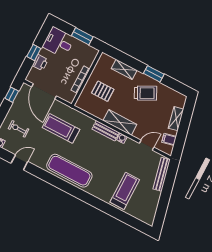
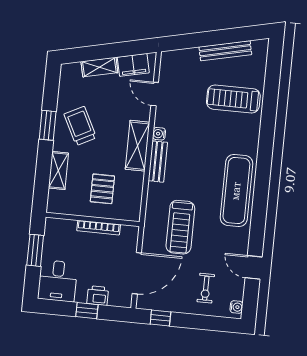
filing cabinet: (169, 139) -> (133, 65), width x2.00
bench: (162, 174) -> (225, 51), moved

